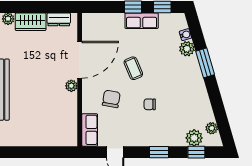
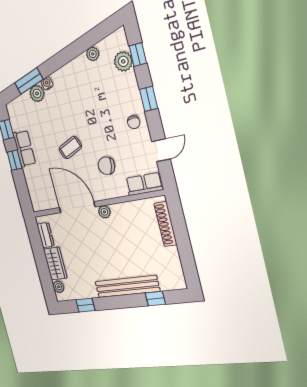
water cooler: (185, 35) -> (47, 83), moved
window: (205, 63) -> (29, 81), moved
chair: (150, 104) -> (134, 122), moved
plant: (212, 128) -> (93, 54), moved
shoe rack: (52, 140) -> (166, 224), added

